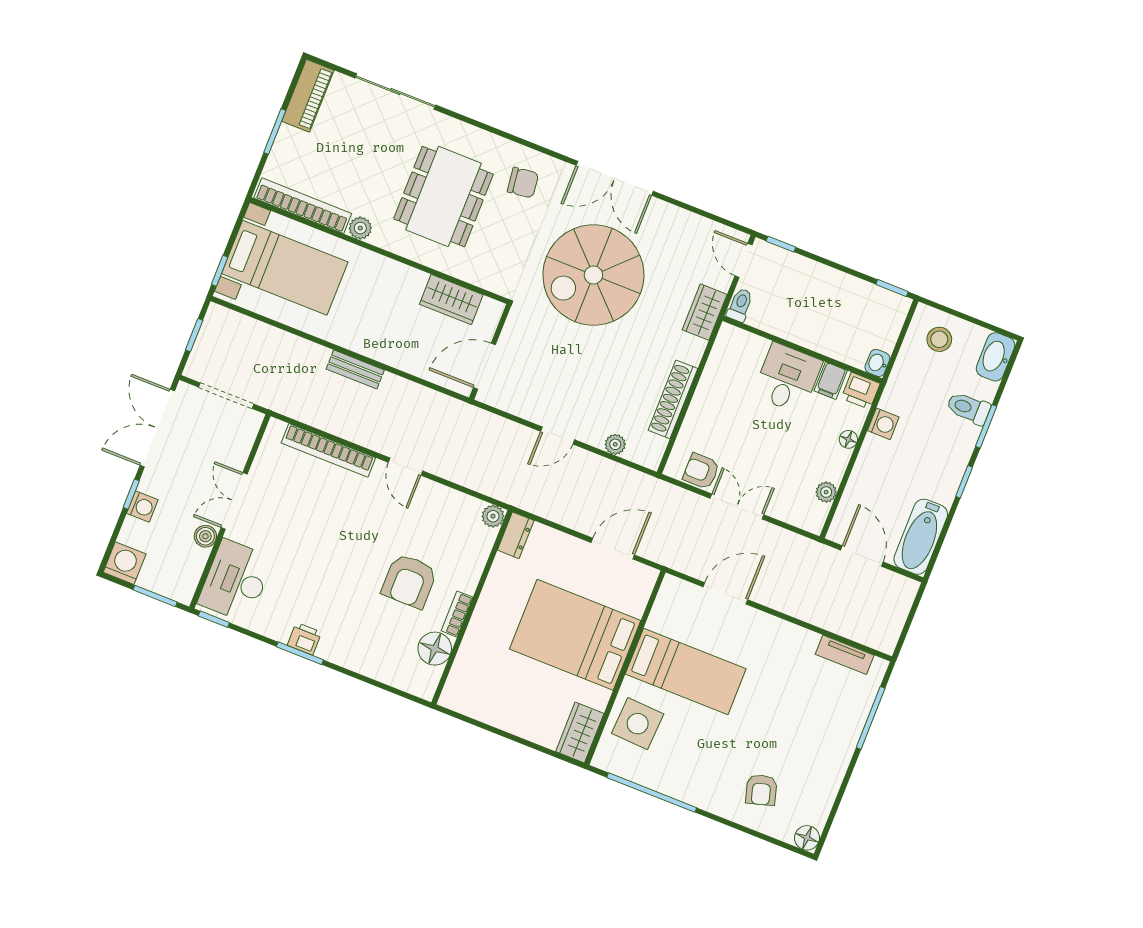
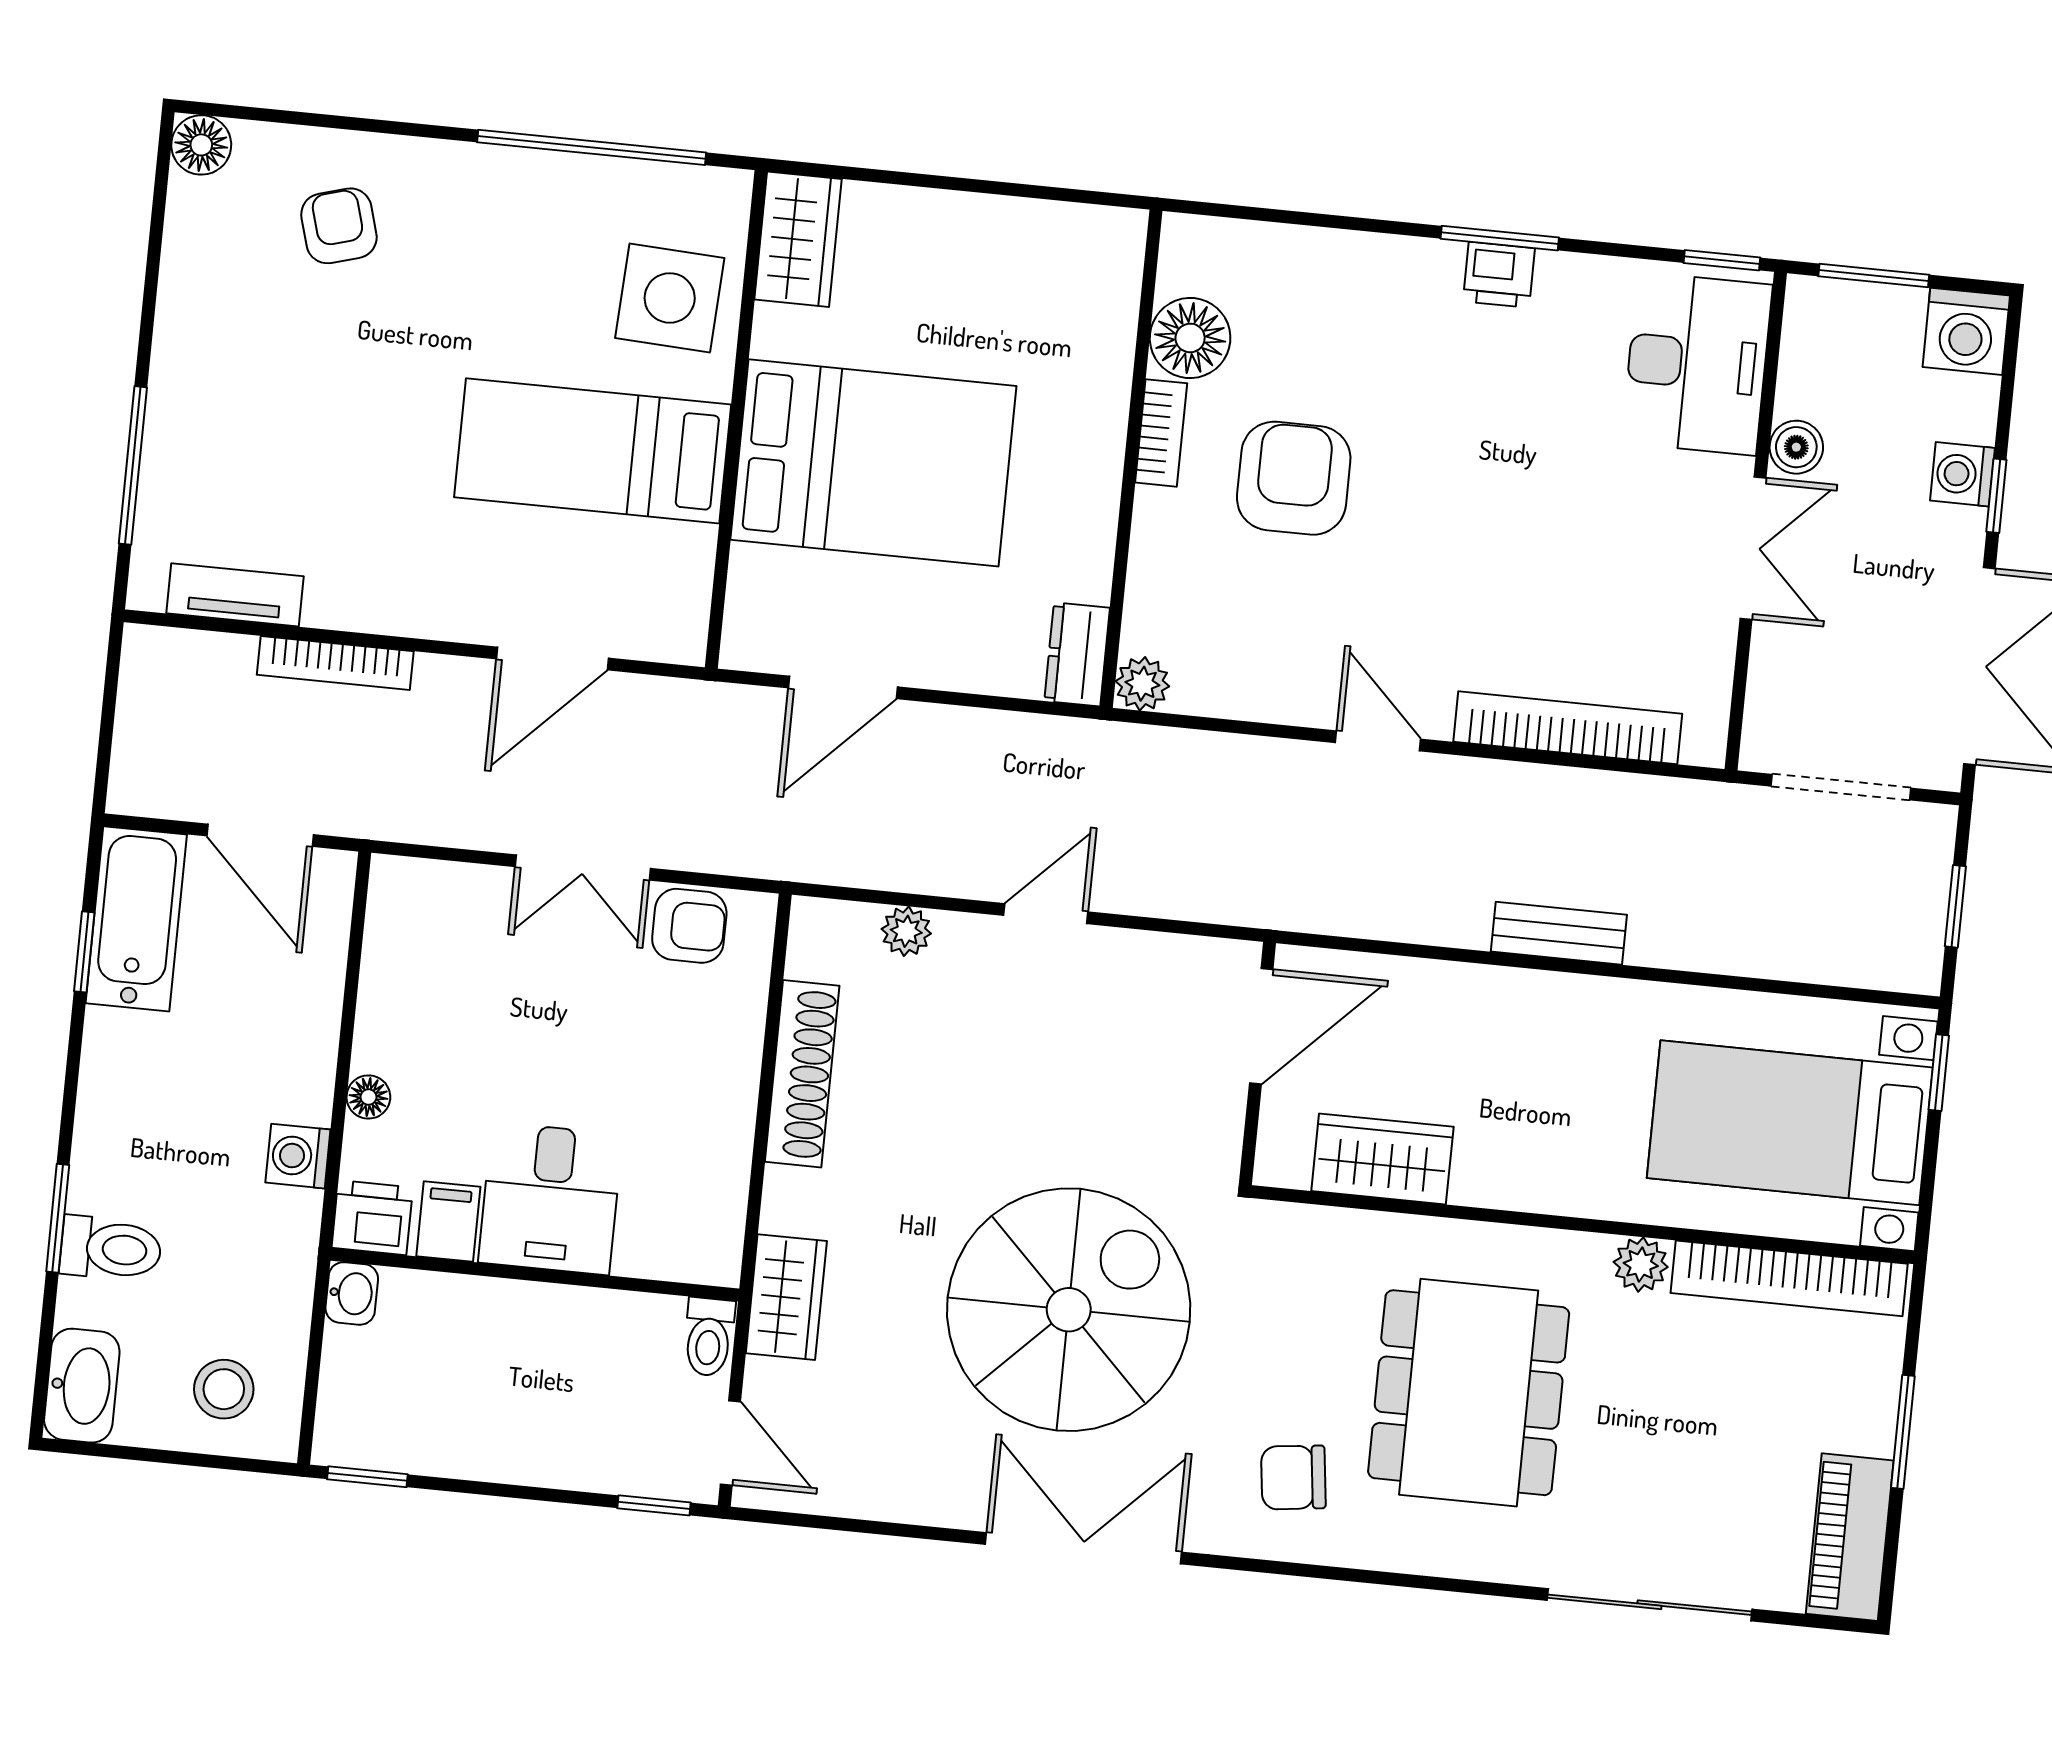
window: (964, 482) -> (84, 952), moved
plant: (826, 492) -> (385, 960), removed
bookcase: (812, 616) -> (335, 663), added

